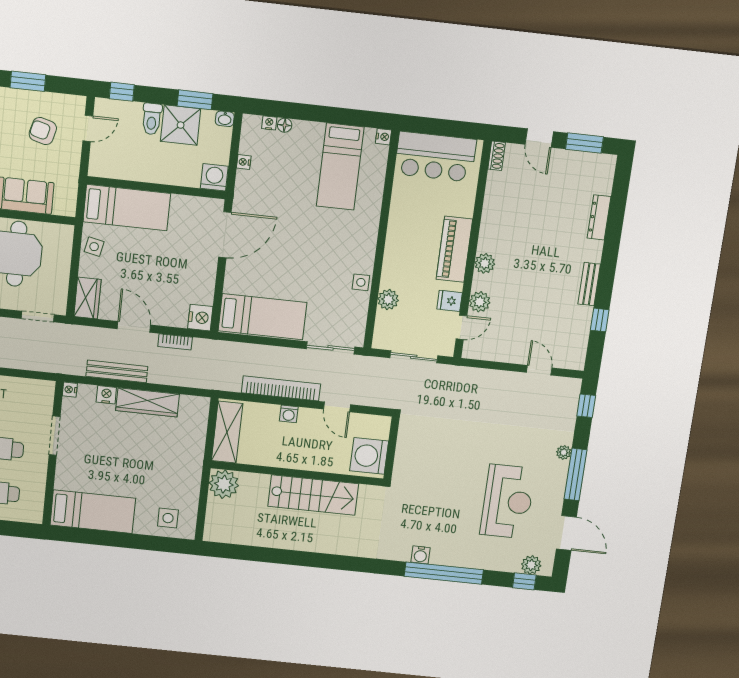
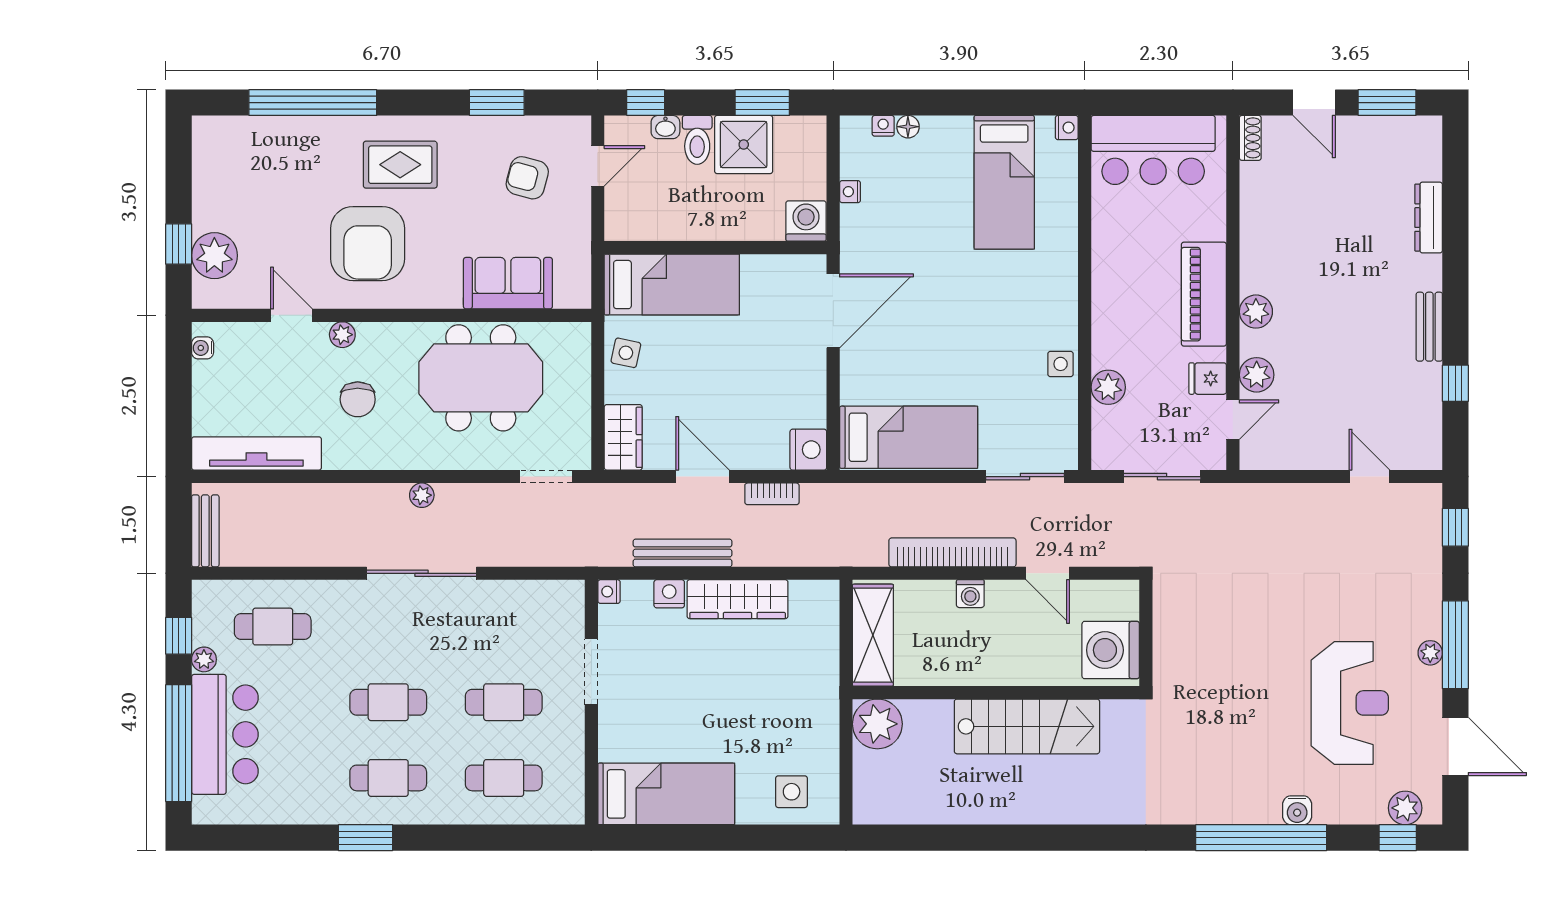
washbasin: (225, 119) -> (665, 127), moved
plant: (564, 452) -> (1430, 653), moved
water cooler: (420, 555) -> (1297, 810), moved

